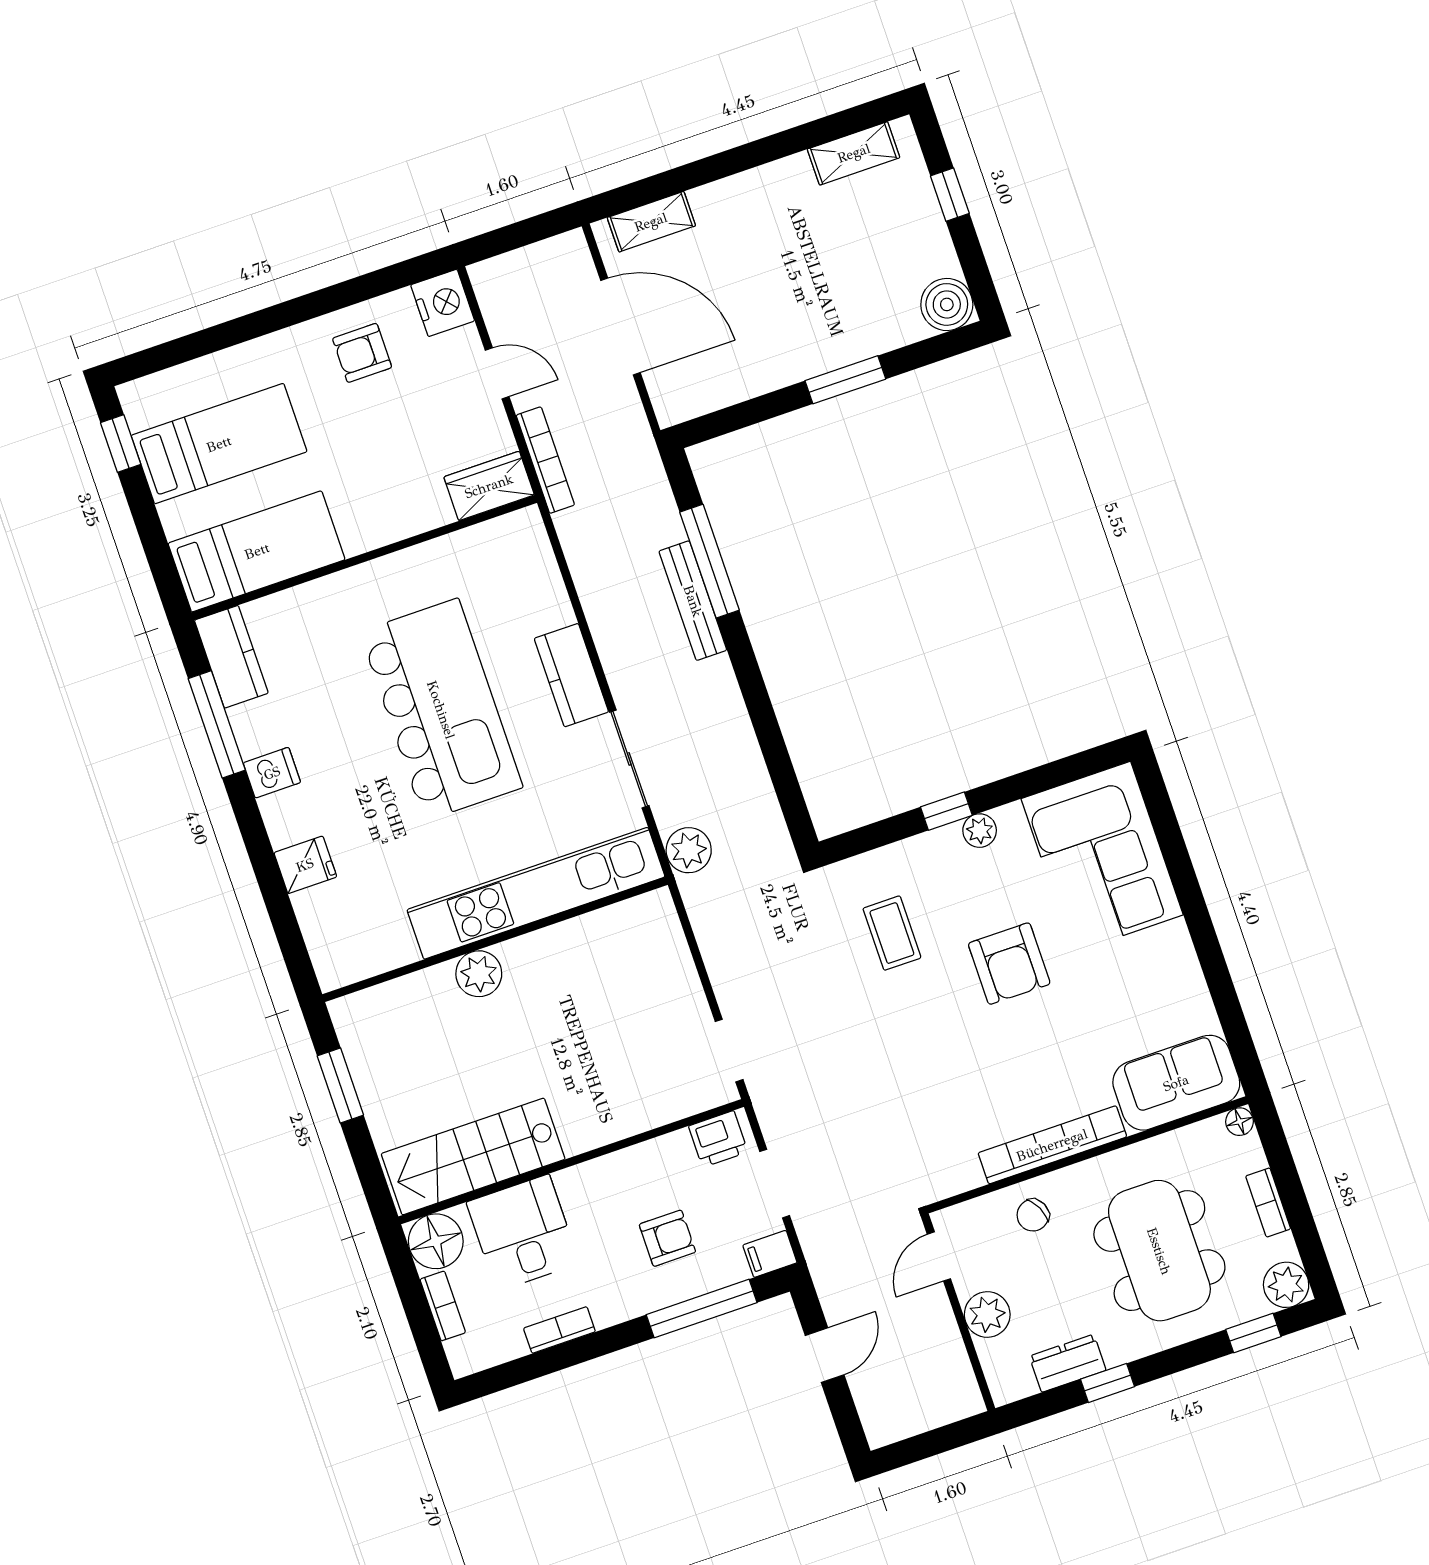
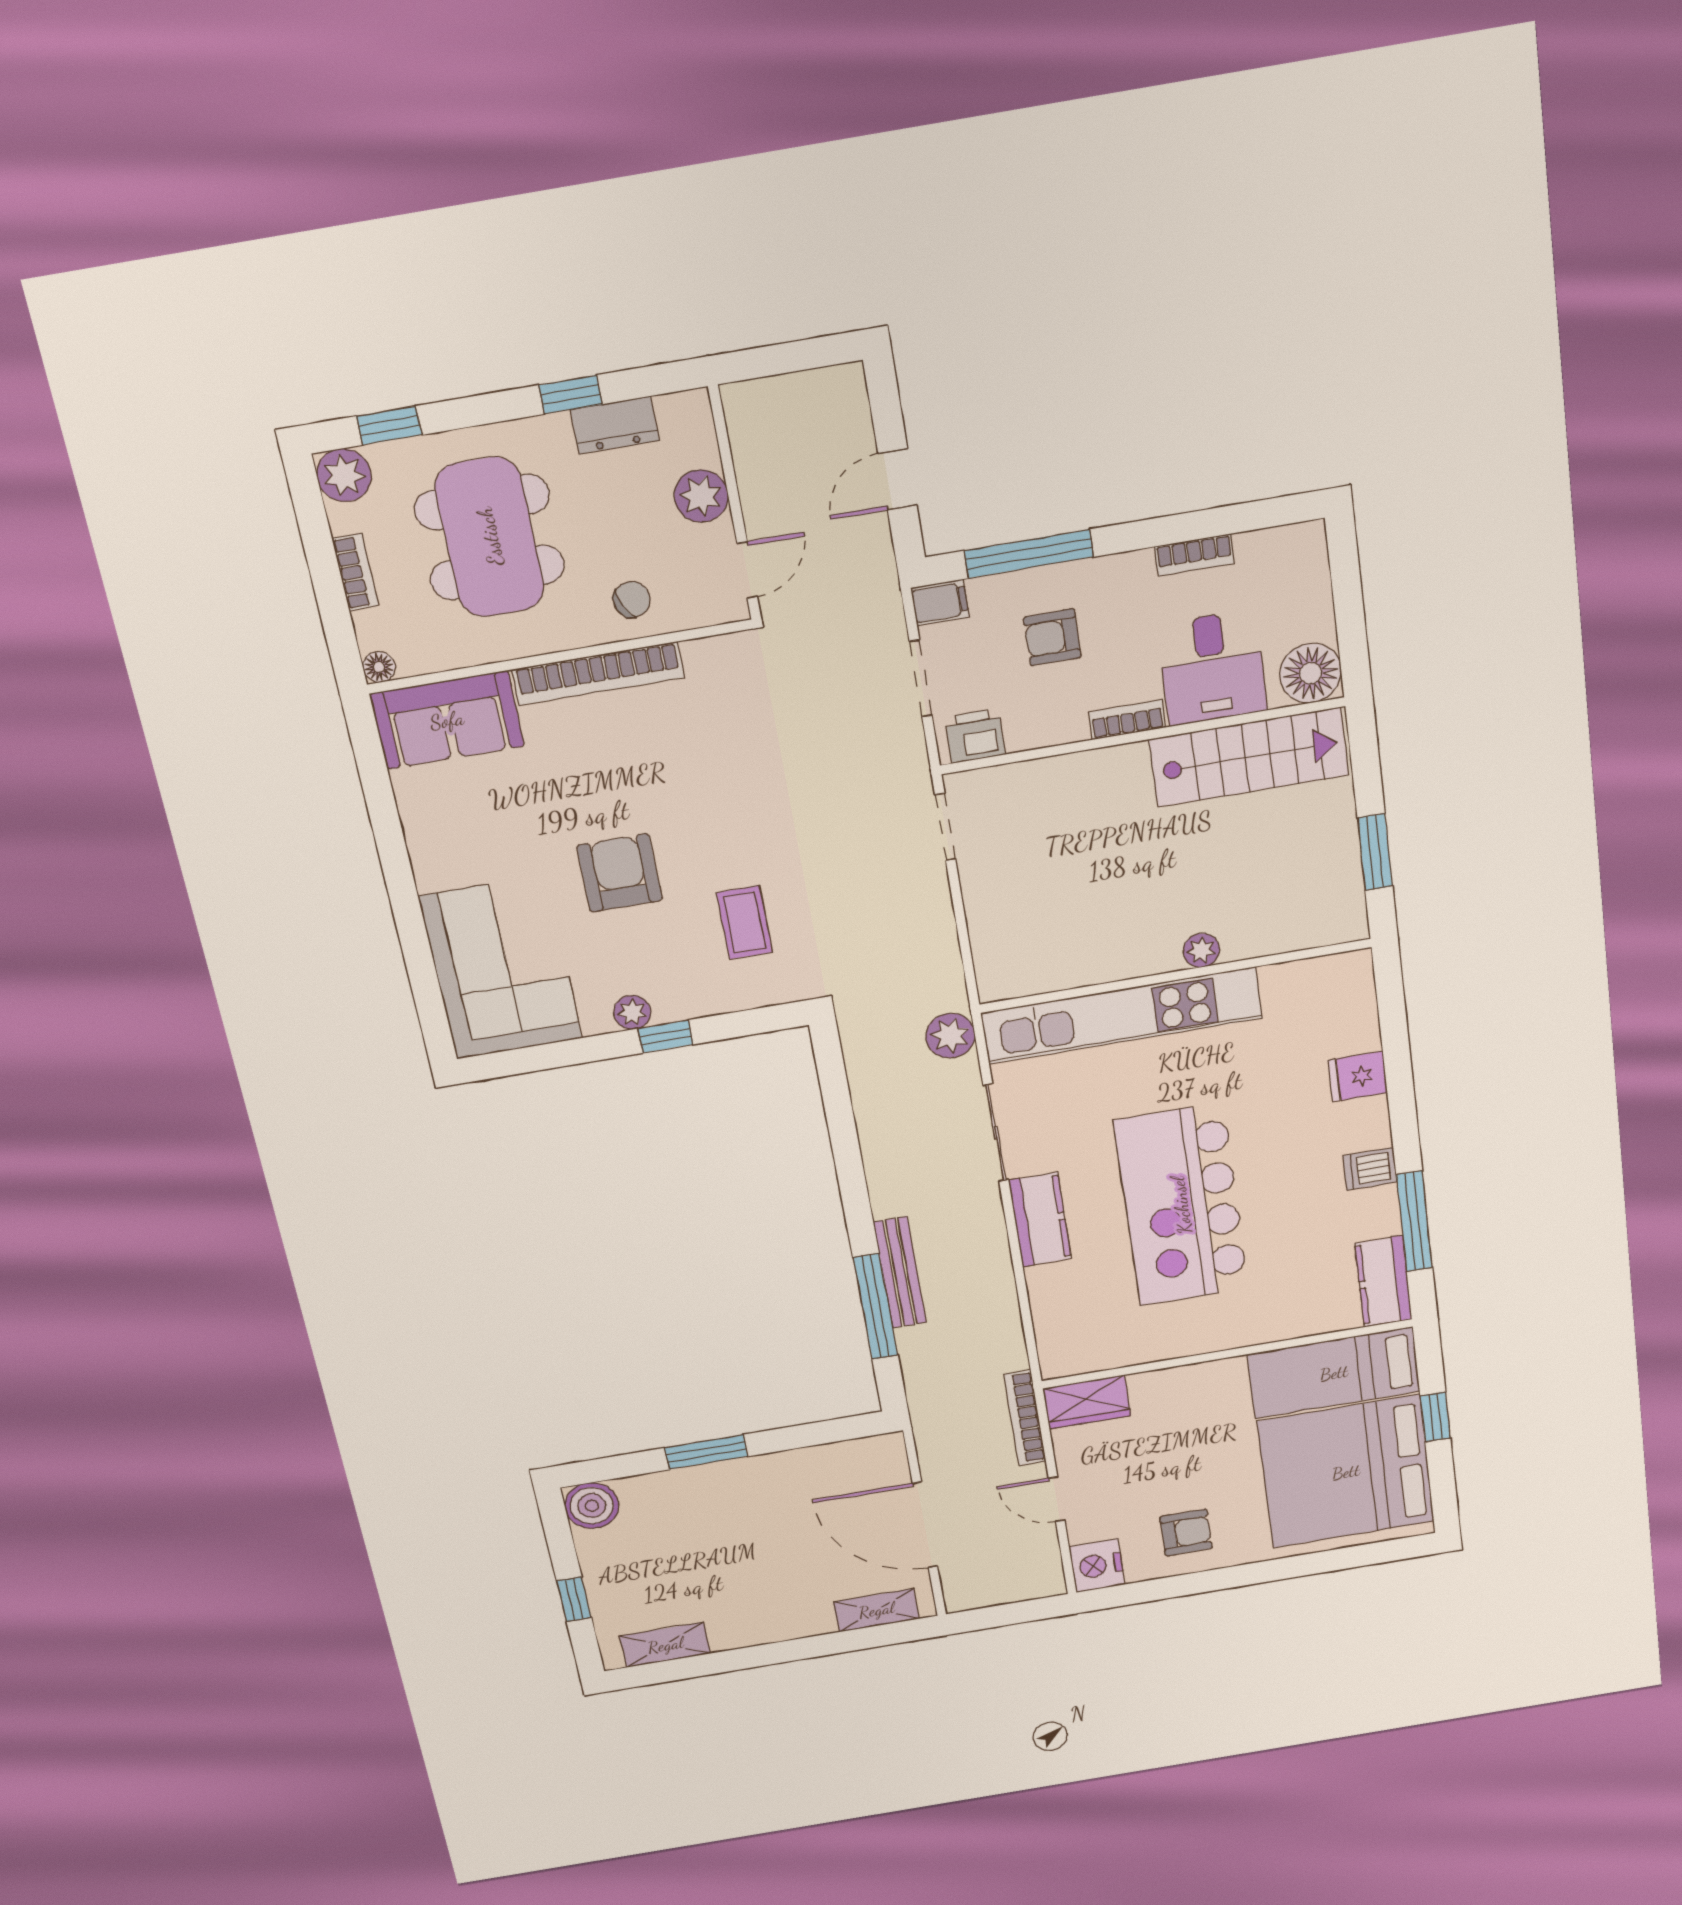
window: (121, 443) -> (1435, 1417), moved
bed: (219, 444) -> (1346, 1472), width x2.04
plant: (479, 974) -> (1201, 950), width x0.73, depth x0.73
bookcase: (443, 1306) -> (1127, 720), moved, turned 90

